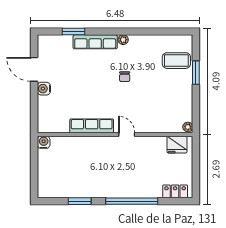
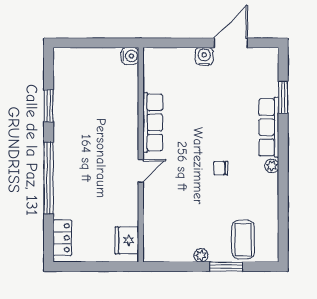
plant: (188, 127) -> (201, 255), moved

